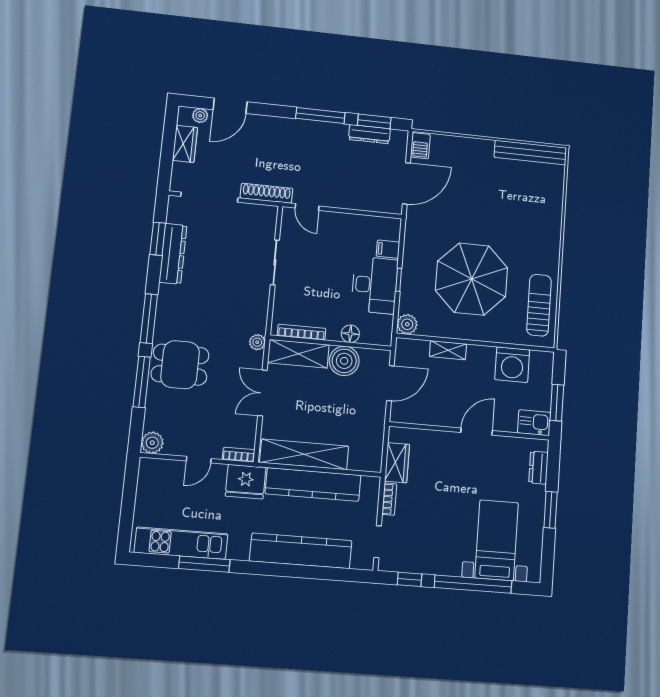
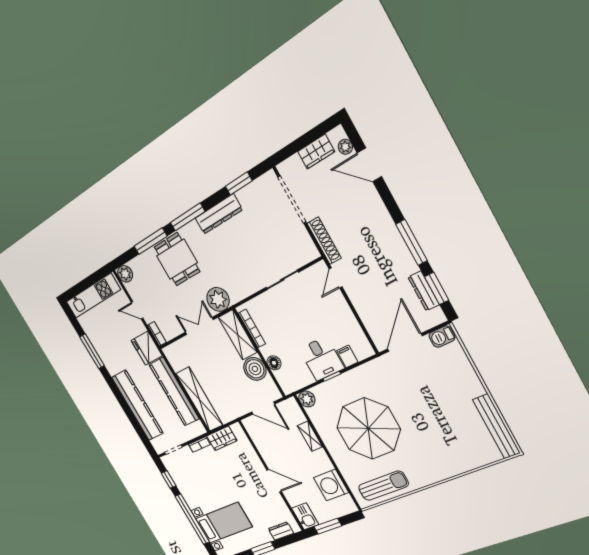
door: (406, 183) -> (405, 342), swing flipped
dresser: (173, 254) -> (219, 214), moved
desk: (375, 285) -> (322, 359), width x0.73
plant: (257, 342) -> (218, 299), width x1.88, depth x1.88
shelving: (304, 454) -> (199, 399), moved
kitchen unit: (181, 543) -> (93, 296), moved, turned 90

